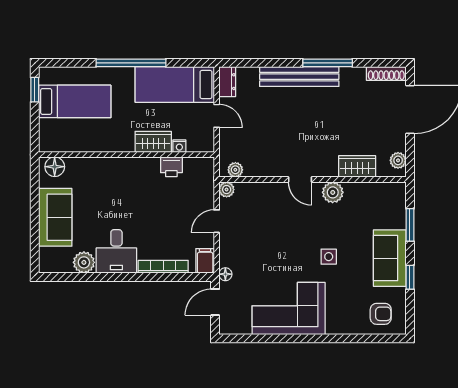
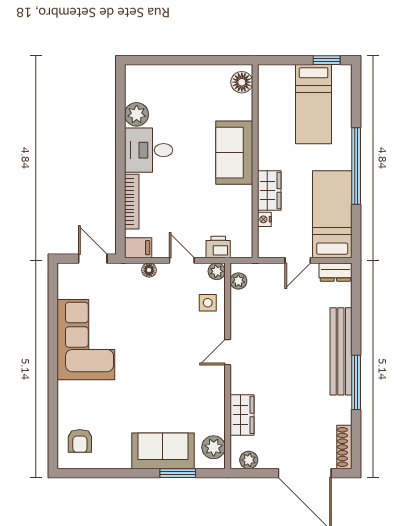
printer: (171, 167) -> (218, 247), moved, turned 90
plant: (333, 192) -> (214, 447), moved
sofa: (55, 217) -> (234, 153), moved, turned 90
side table: (329, 257) -> (208, 303), moved
sofa: (390, 258) -> (163, 451), moved
floor lamp: (225, 274) -> (149, 270), moved
window: (410, 277) -> (120, 473), removed

